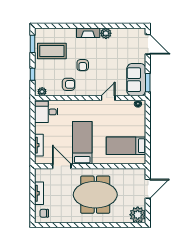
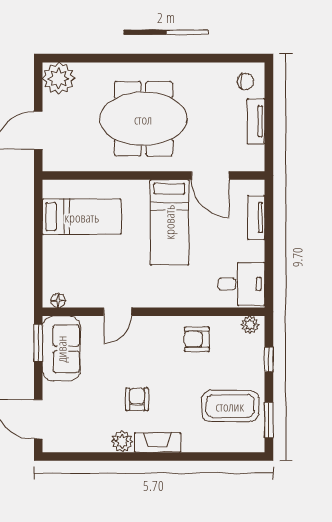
armchair: (83, 65) -> (137, 399), moved

